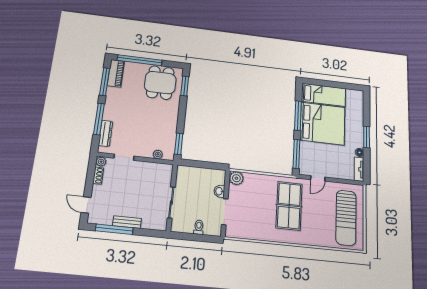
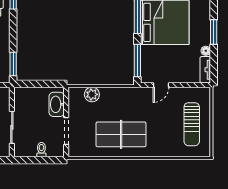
plant: (236, 178) -> (92, 94), moved
washbasin: (219, 191) -> (57, 104), width x1.91, depth x1.45
table tennis table: (289, 206) -> (121, 134), moved, turned 90
sun lounger: (346, 218) -> (192, 124), width x0.73, depth x0.75

